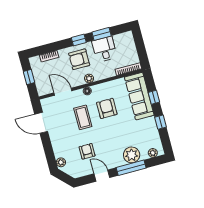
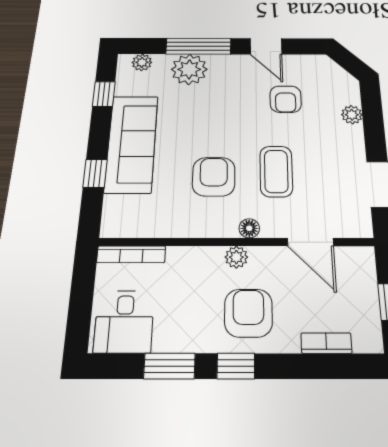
desk: (104, 49) -> (124, 322), moved
armchair: (79, 59) -> (248, 313), turned -90
sofa: (139, 96) -> (132, 143), moved
armchair: (107, 108) -> (214, 177), turned 180
window: (160, 122) -> (104, 94), moved
plant: (61, 162) -> (352, 115), moved

